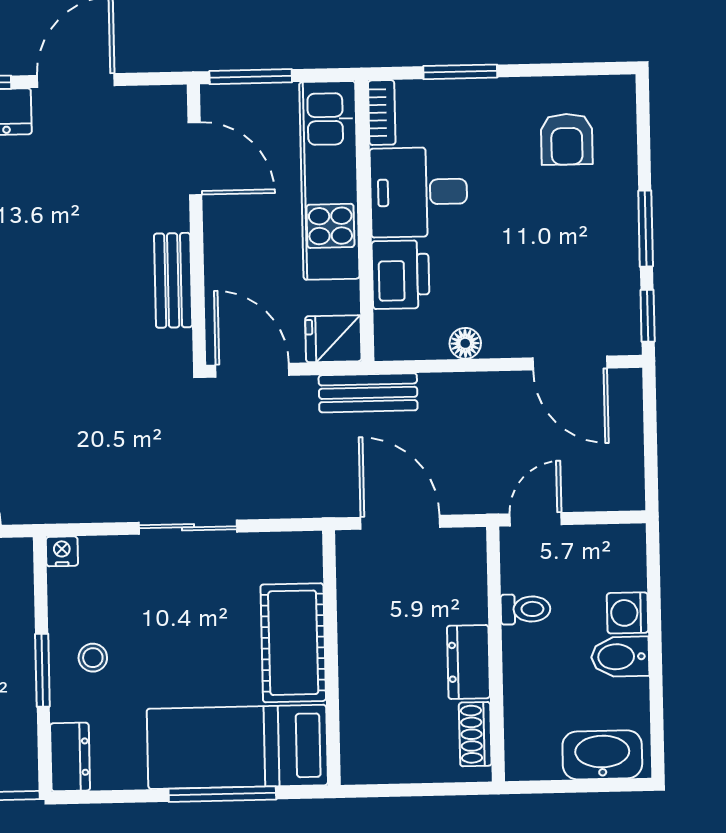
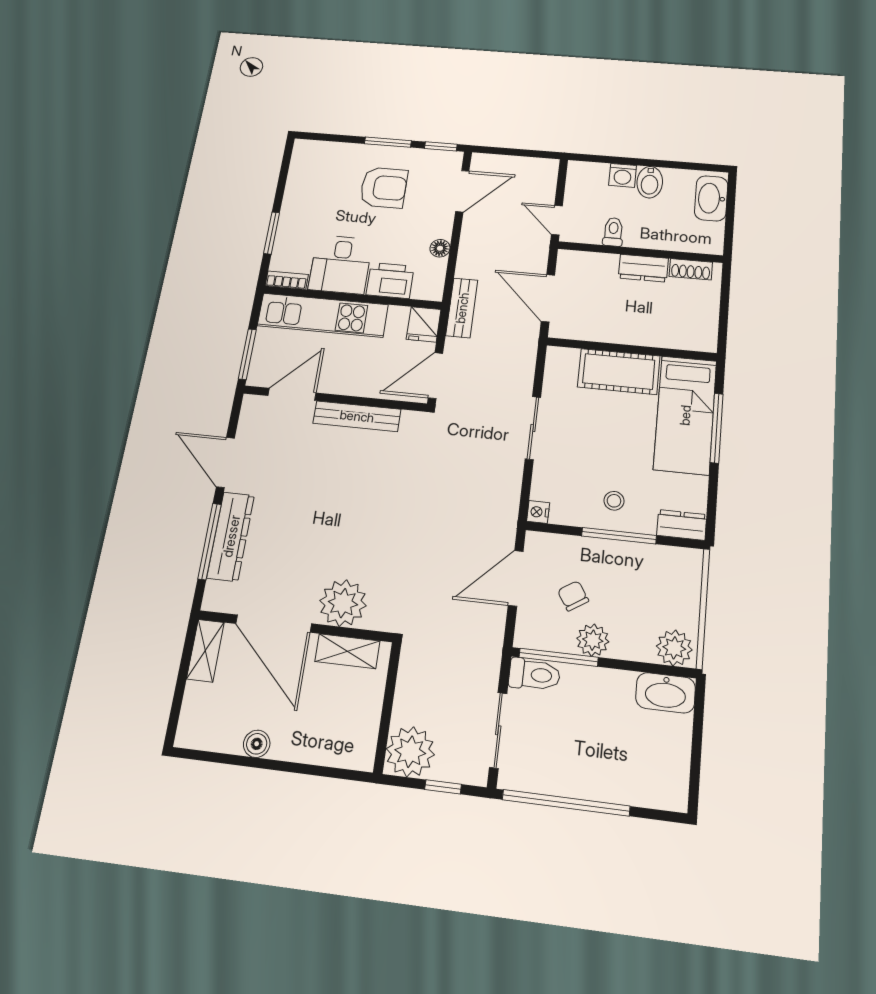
armchair: (567, 139) -> (384, 188), moved, width x1.38, depth x1.38
bench: (173, 280) -> (357, 416), width x1.36
door: (400, 522) -> (548, 298), hinge flipped
window: (42, 670) -> (619, 536), width x1.44

